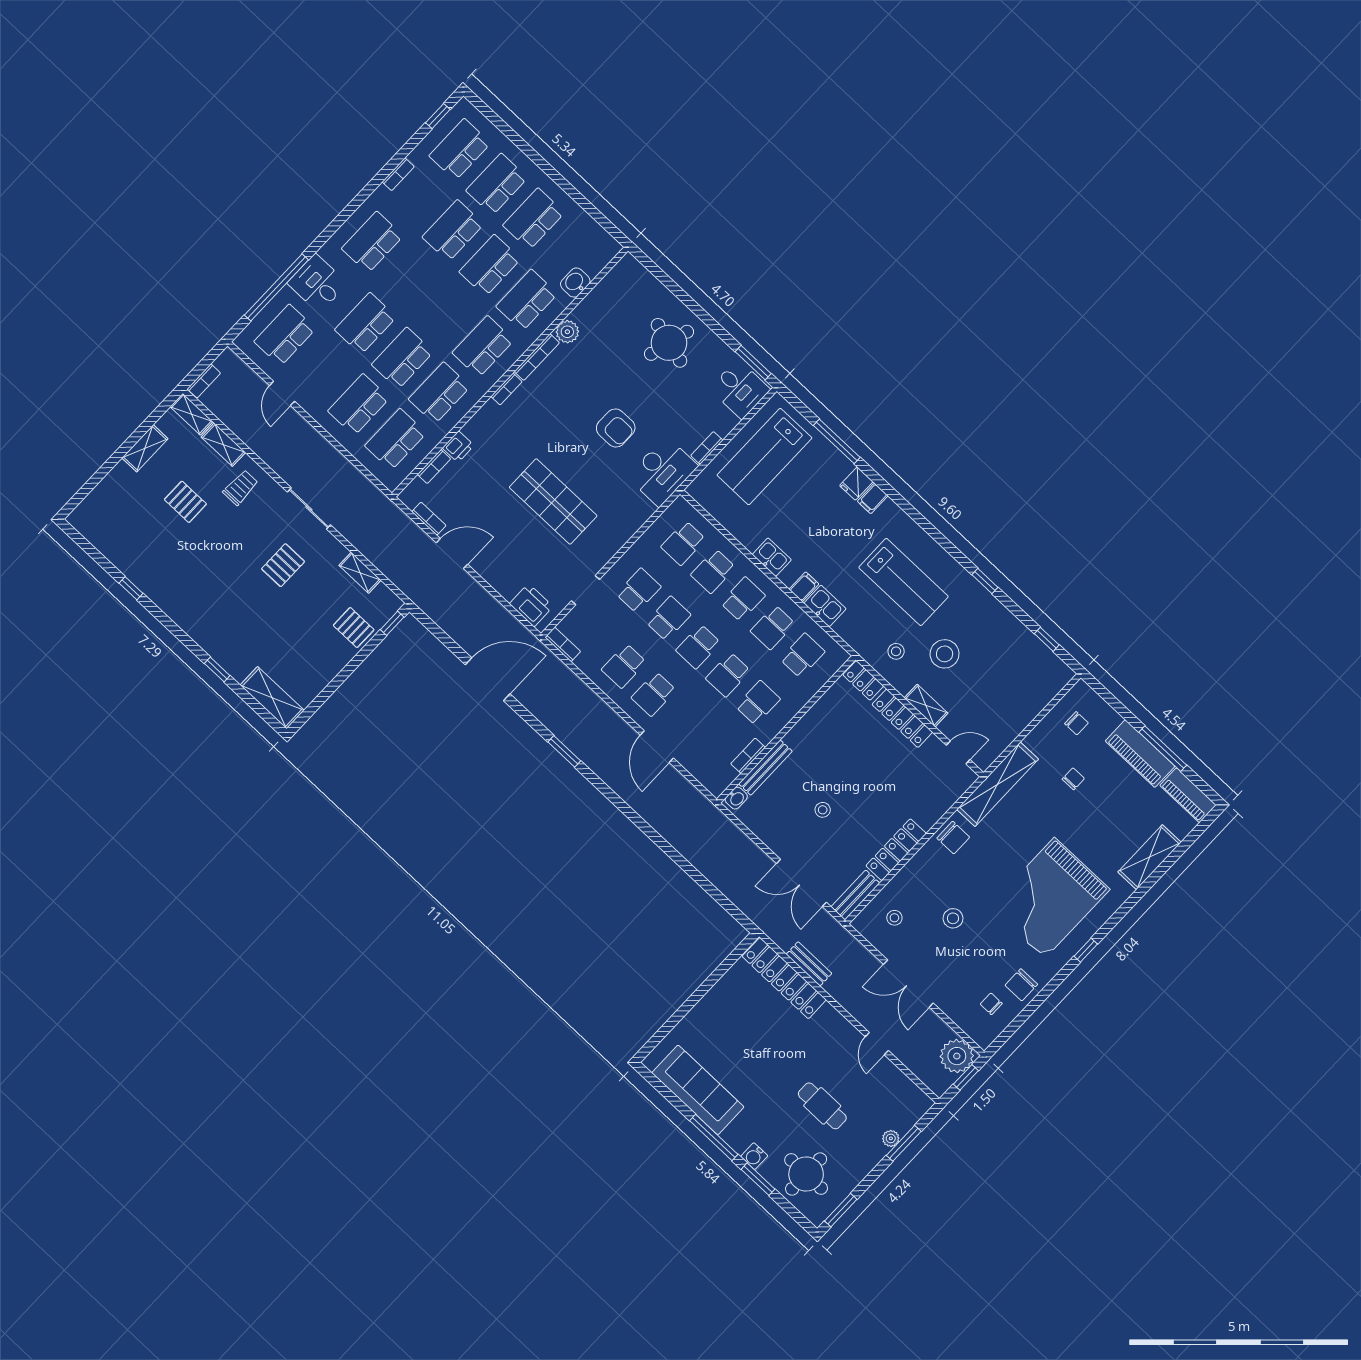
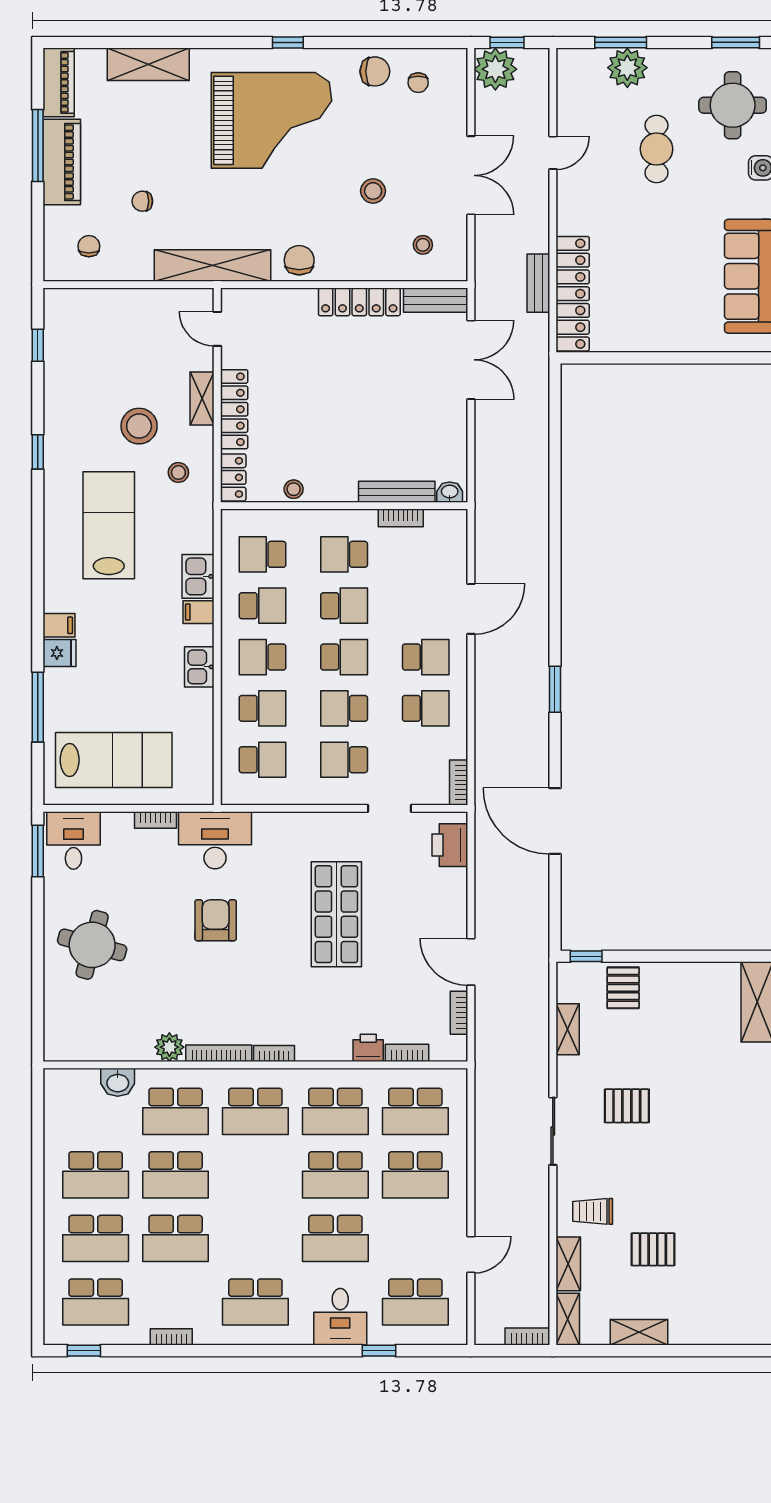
window: (276, 287) -> (379, 1351), width x0.32
pallet: (185, 502) -> (653, 1249), turned 90
stool: (823, 810) -> (294, 489), moved
plant: (891, 1138) -> (627, 68), width x1.88, depth x1.88

